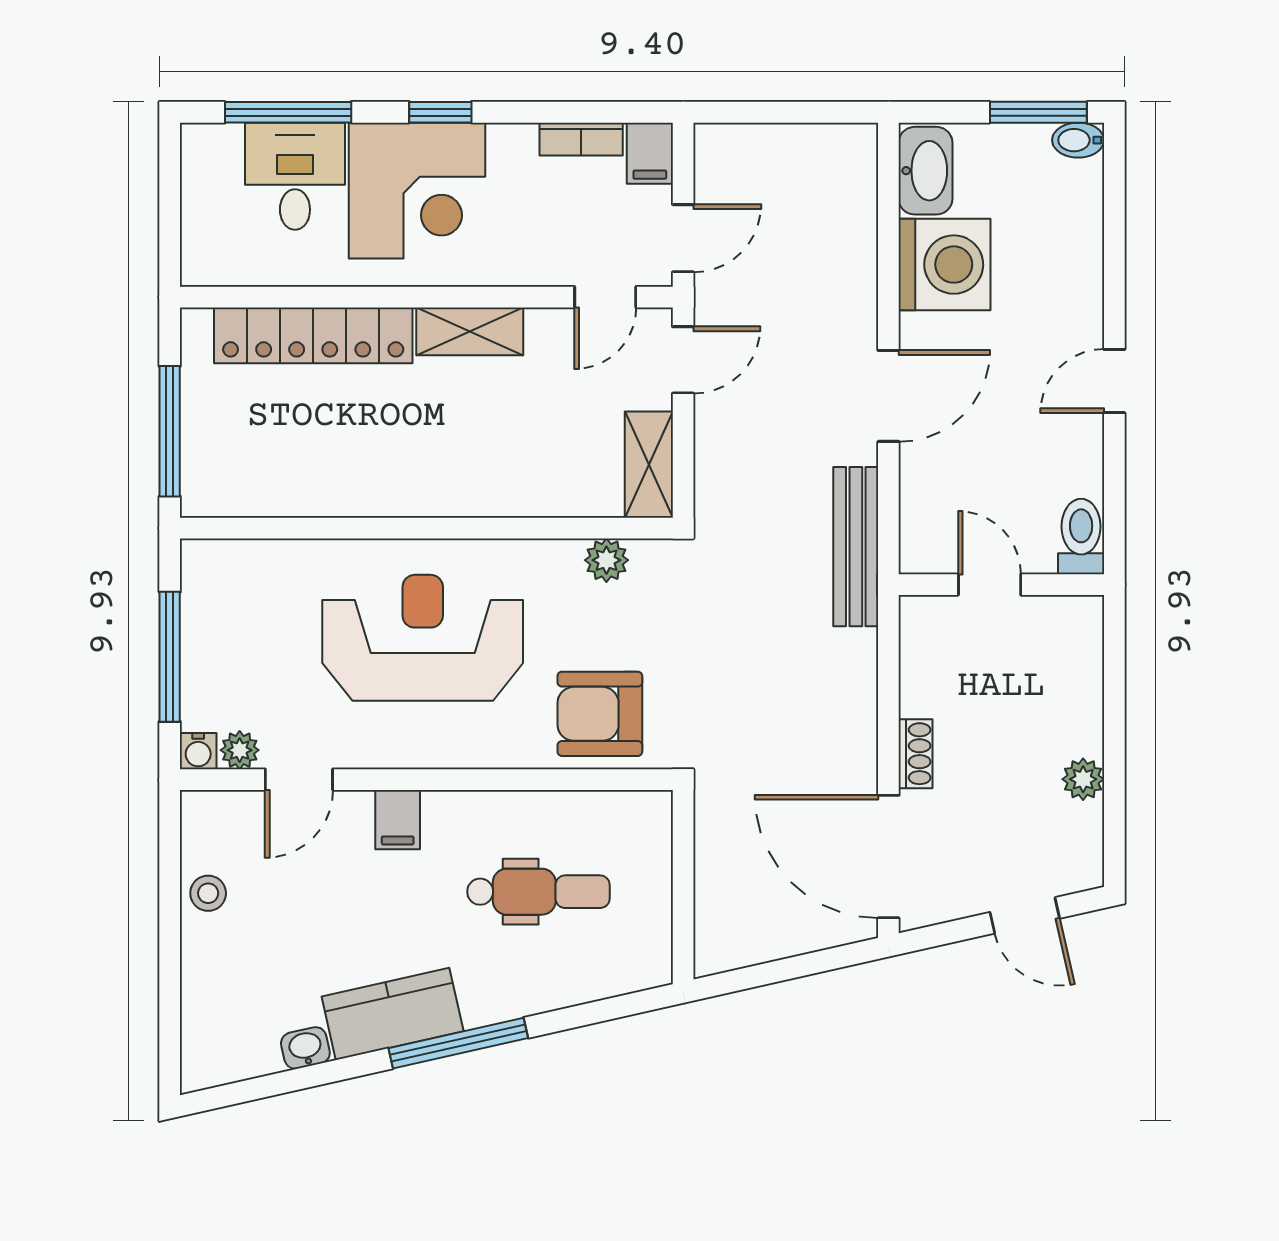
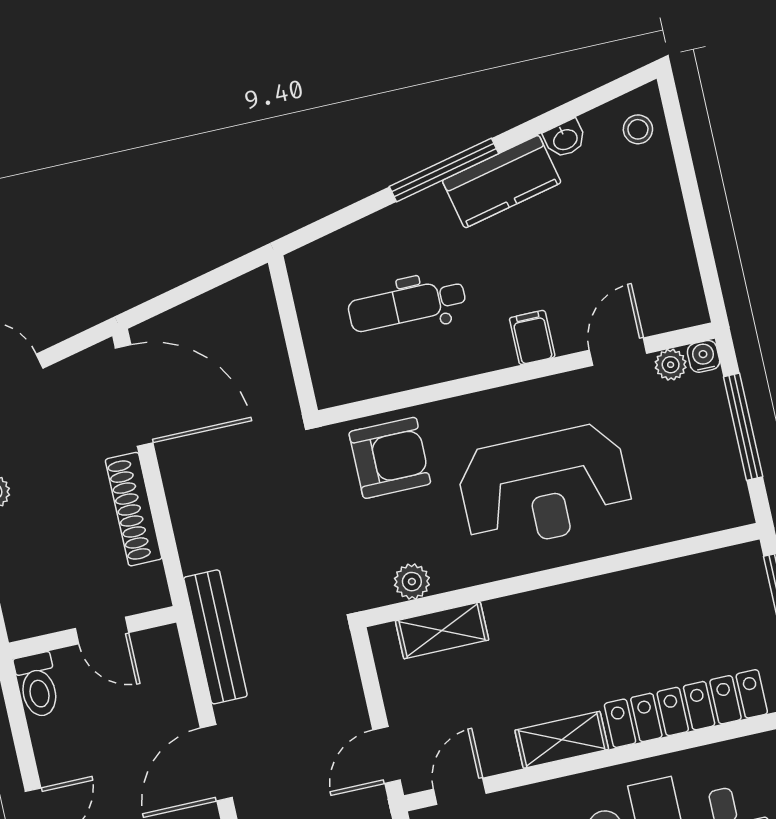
shelving: (649, 465) -> (442, 630), moved, turned 90
shoe rack: (915, 754) -> (134, 509), width x1.94, depth x1.24
stool: (208, 893) -> (638, 129), moved

